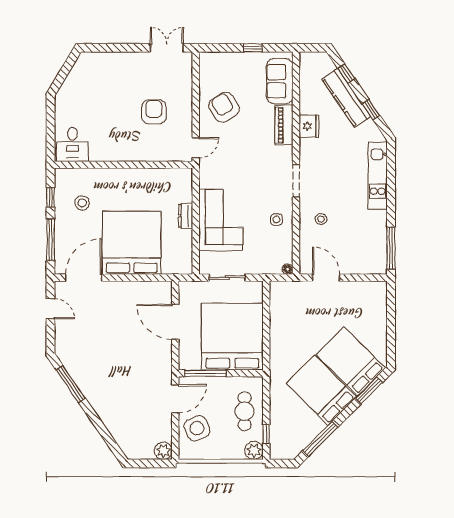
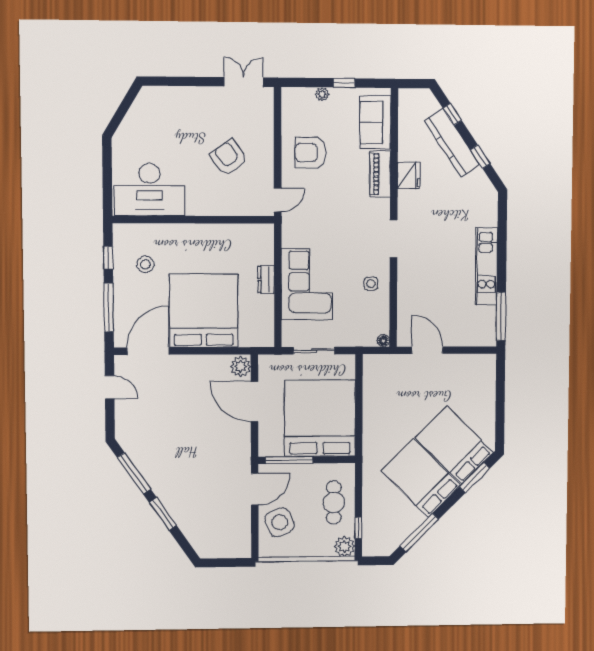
plant: (234, 58) -> (322, 94), added
armchair: (224, 107) -> (311, 153), turned -58
armchair: (154, 112) -> (229, 158), turned -36
desk: (72, 144) -> (150, 190), width x1.87, depth x1.30
kitchen unit: (378, 176) -> (487, 266), moved
stool: (321, 219) -> (422, 283), removed
window: (95, 420) -> (163, 514), added
plant: (163, 451) -> (241, 367), moved

